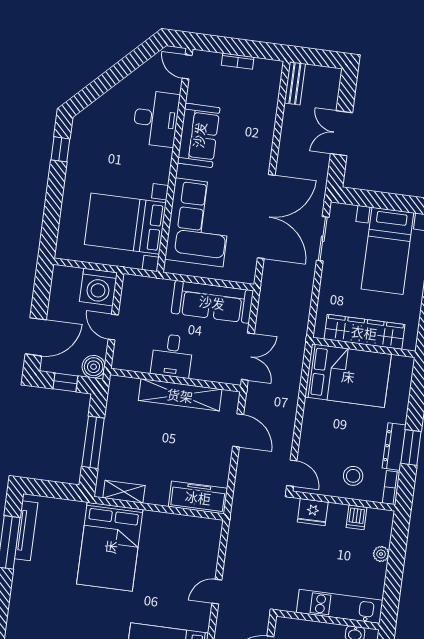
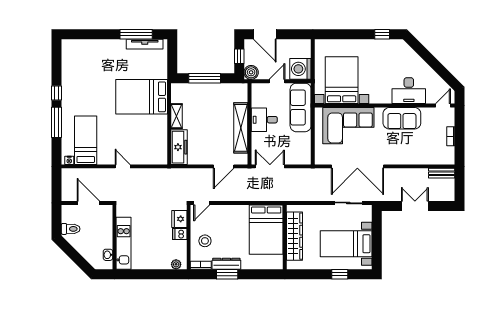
sofa: (212, 302) -> (301, 107), moved
double door: (248, 357) -> (270, 166), swing flipped
shelving: (124, 492) -> (177, 116), moved
dishwasher: (357, 517) -> (180, 234), moved
plant: (381, 554) -> (176, 264), moved

